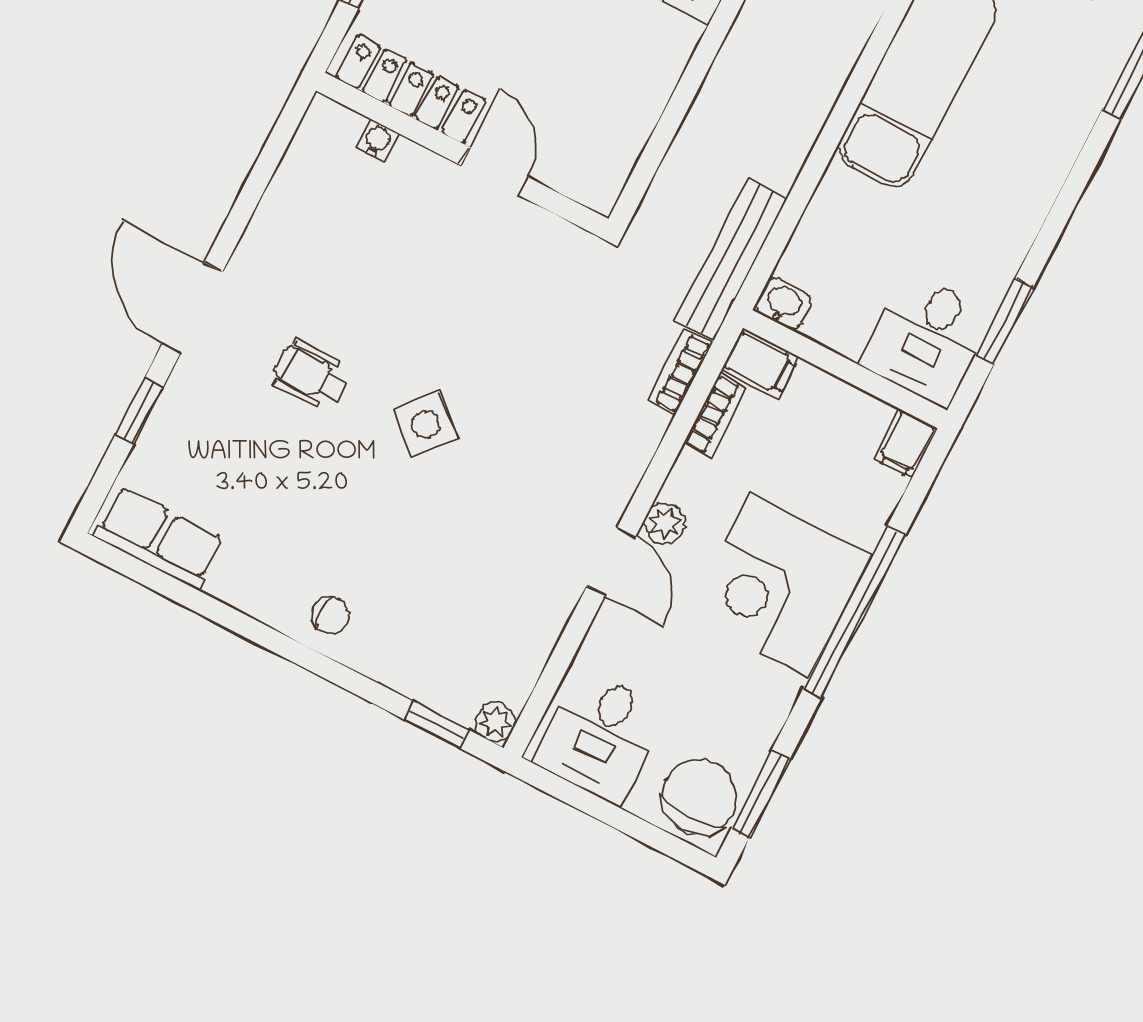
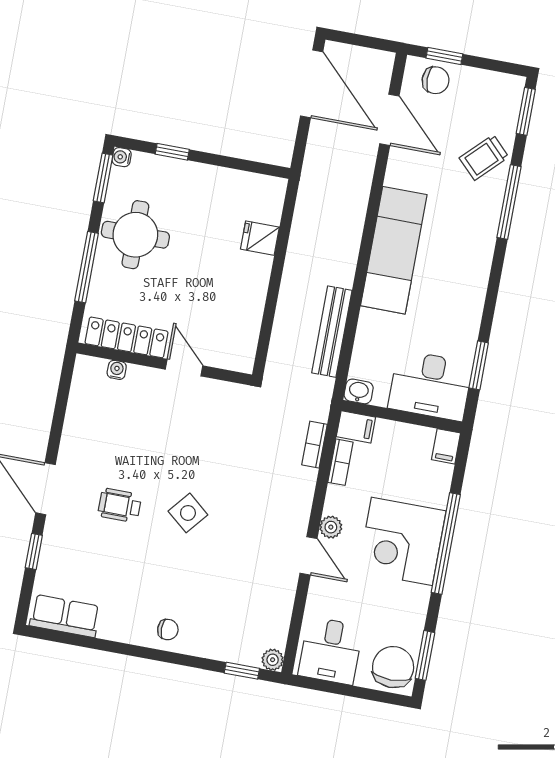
bench: (731, 259) -> (332, 332), moved
desk: (927, 339) -> (430, 385), width x1.37

